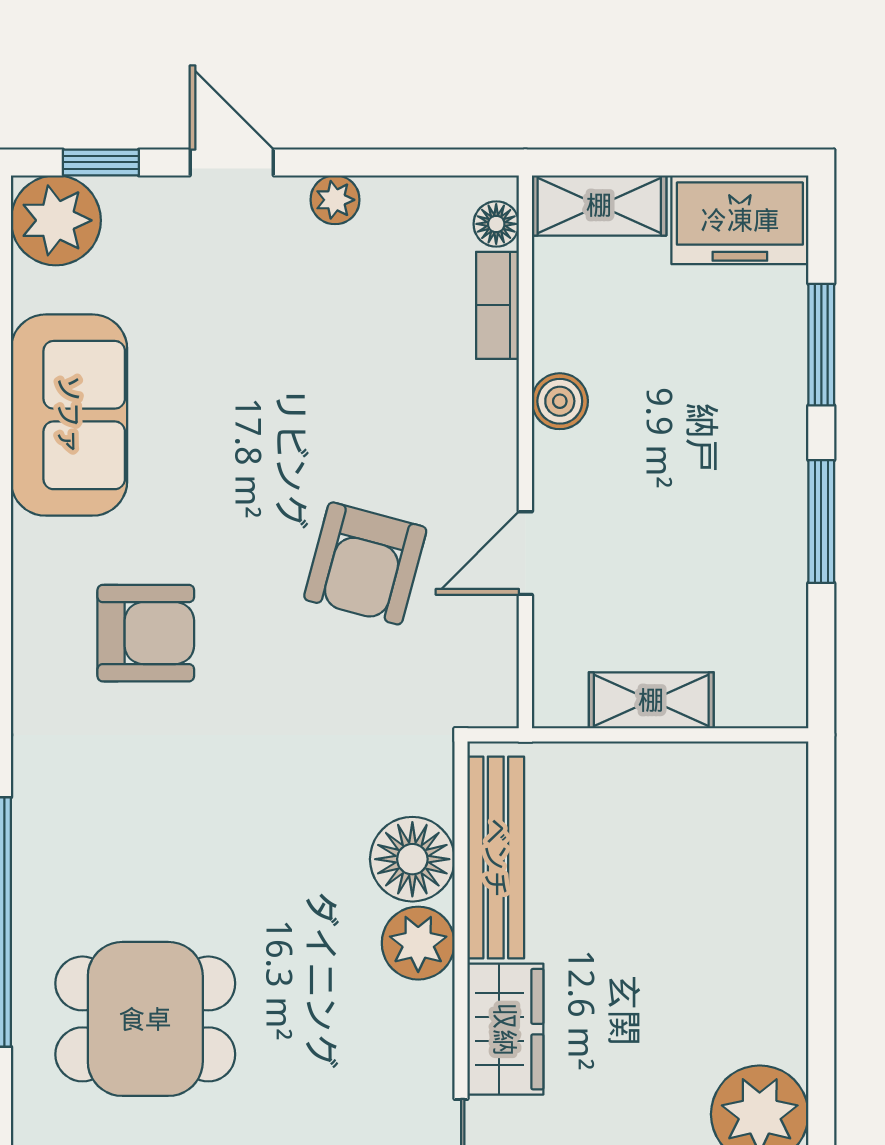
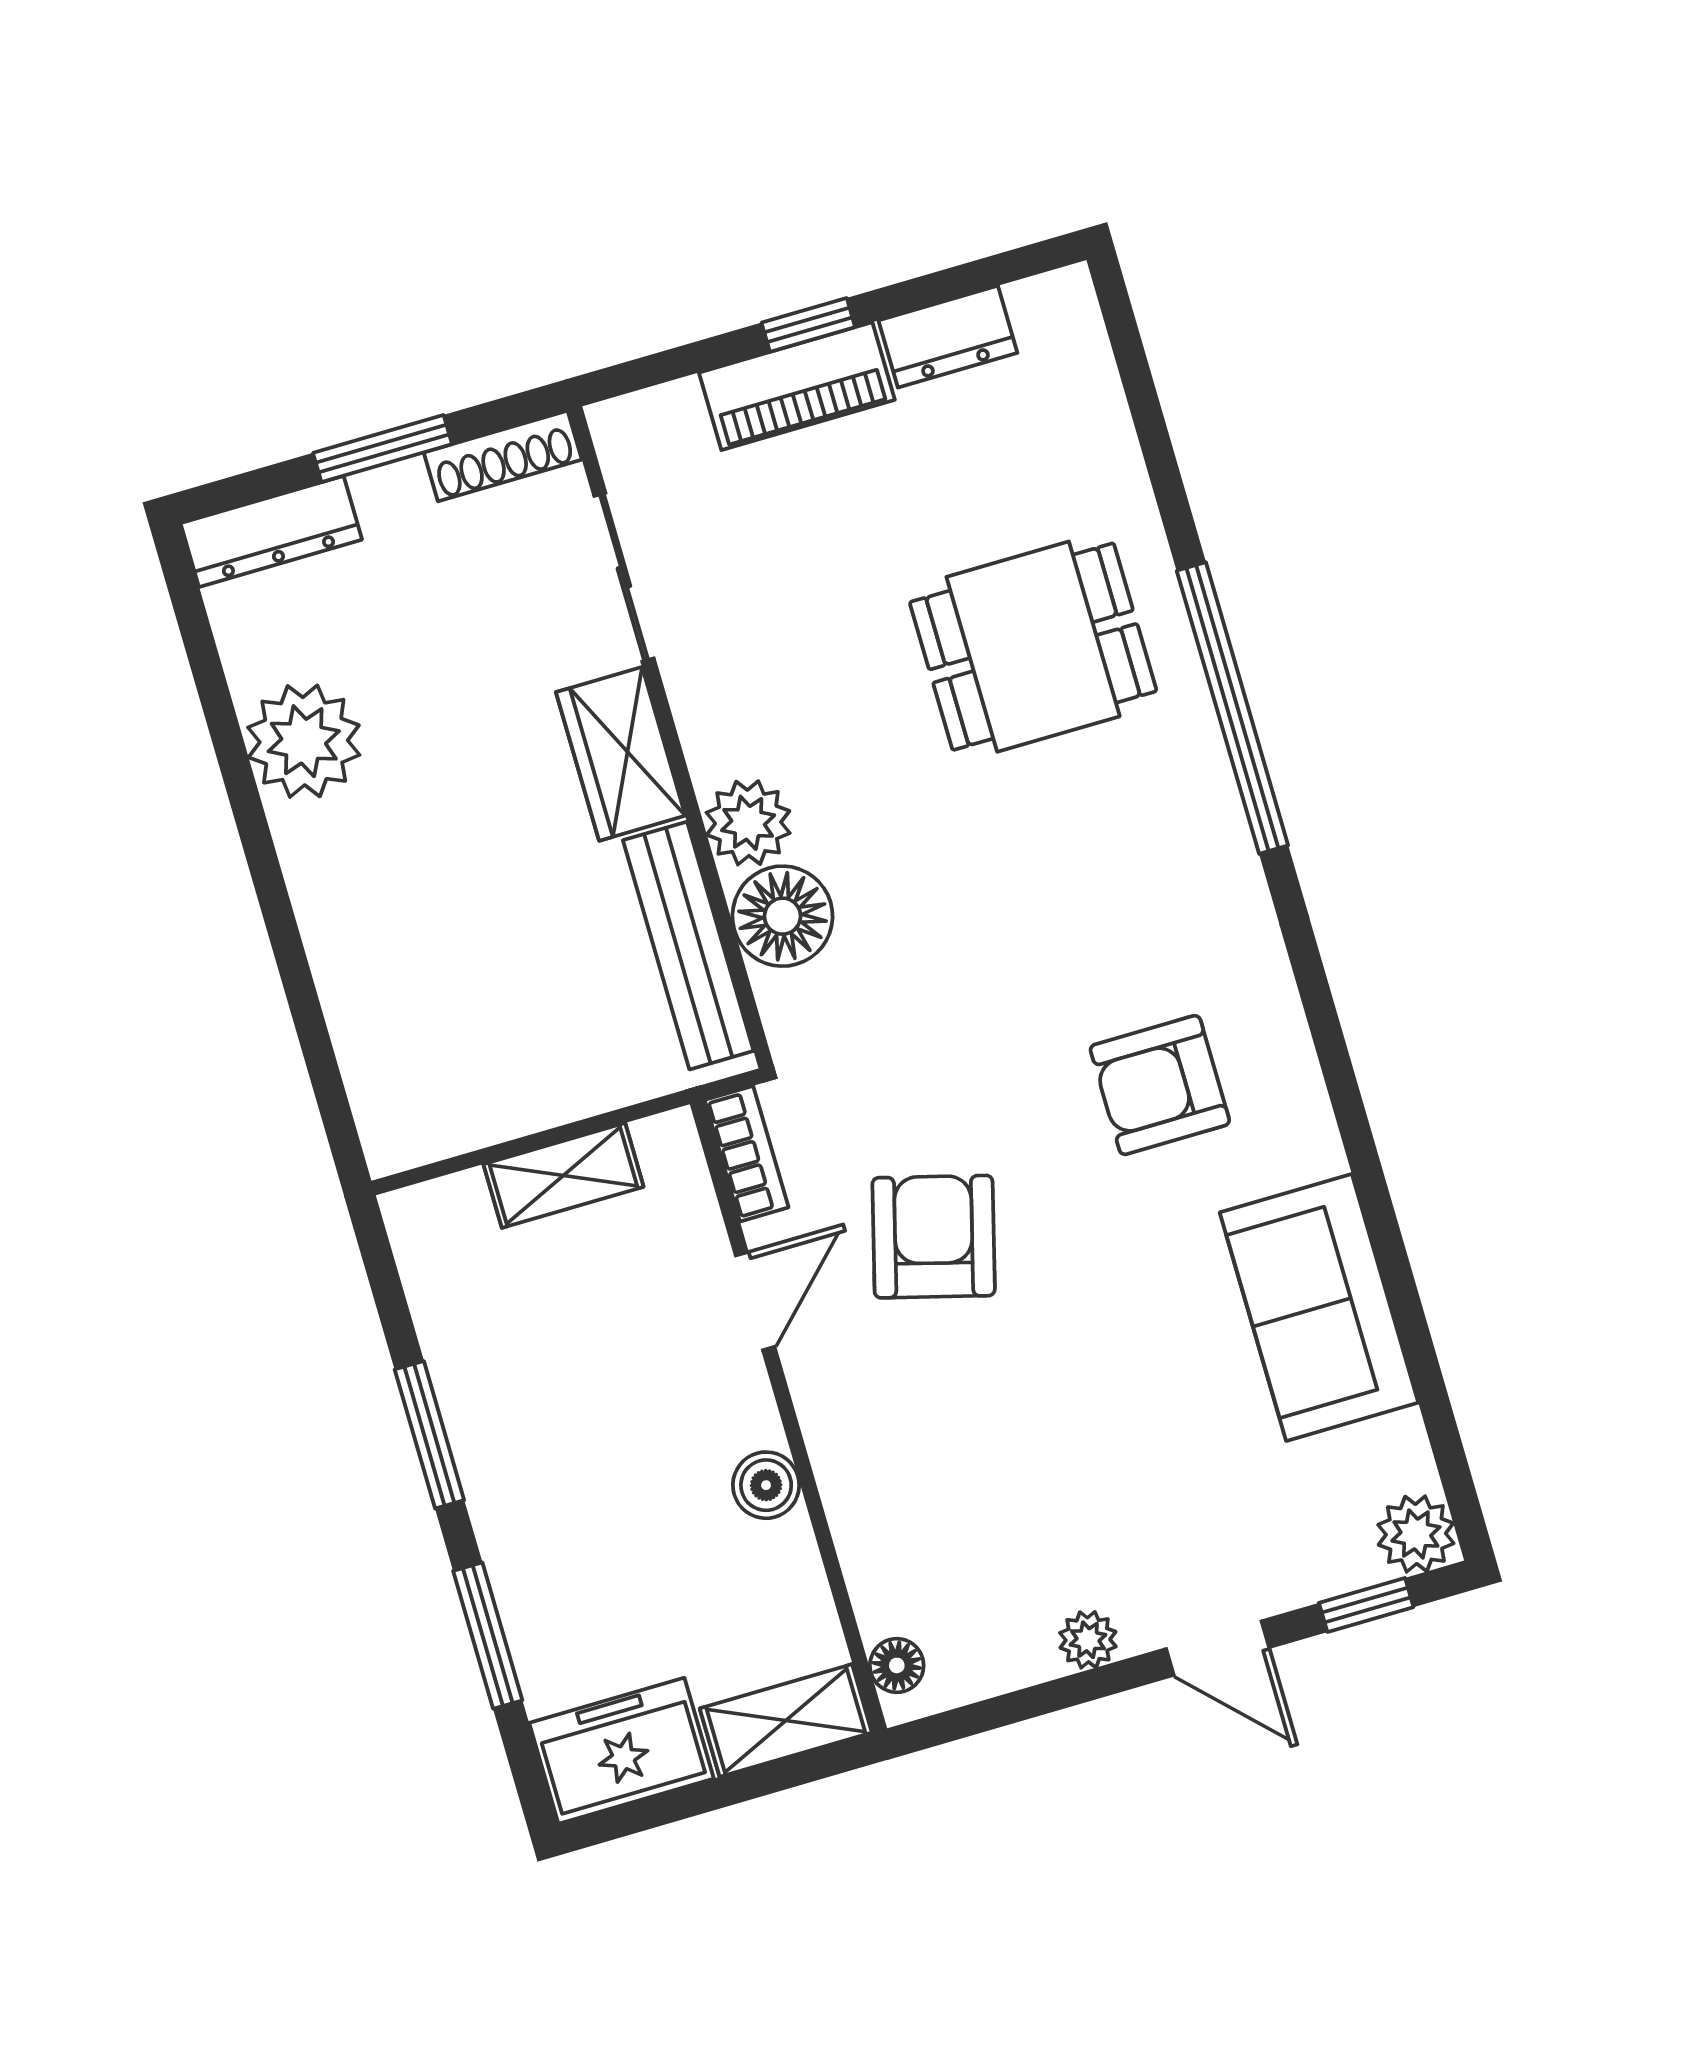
plant: (56, 220) -> (1416, 1534), width x0.73, depth x0.73
bookcase: (498, 305) -> (747, 1154), moved

